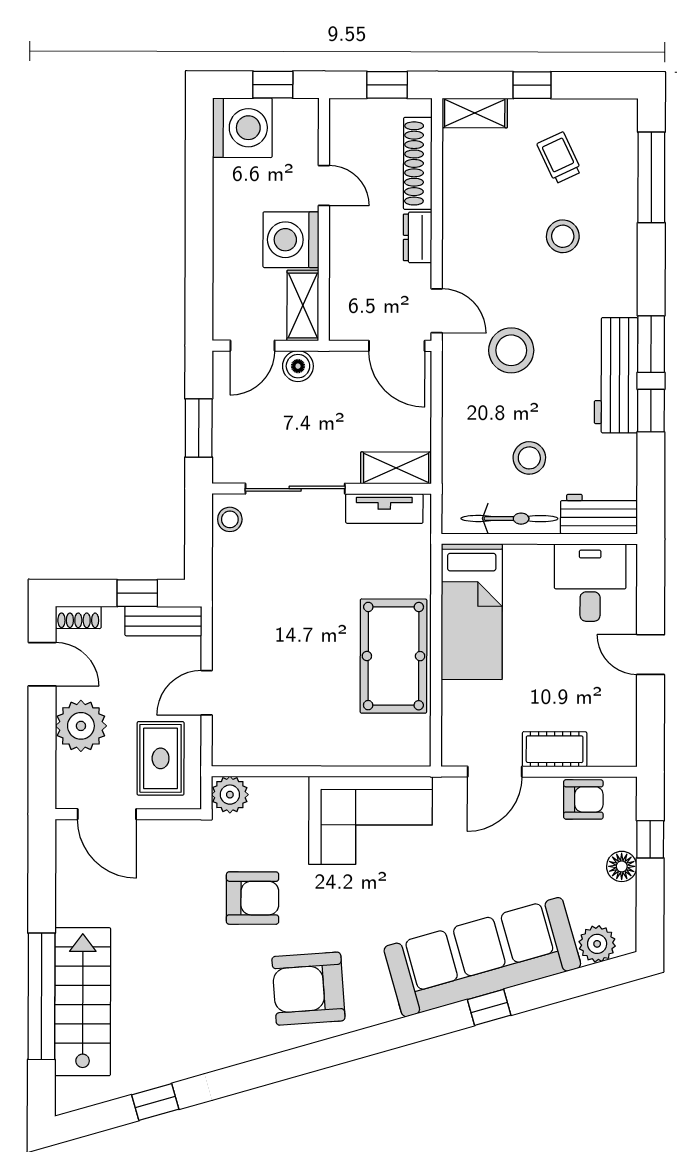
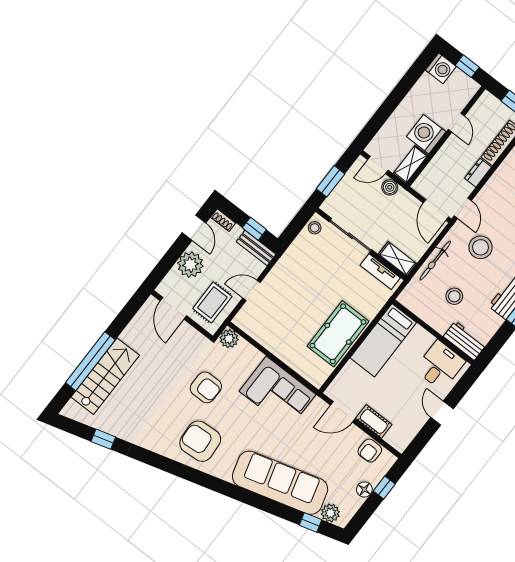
washing machine: (242, 128) -> (441, 68), width x0.73, depth x0.73
bicycle: (509, 519) -> (435, 261), moved, turned 90
armchair: (583, 799) -> (370, 451), turned 90
window: (489, 1007) -> (311, 522), moved

